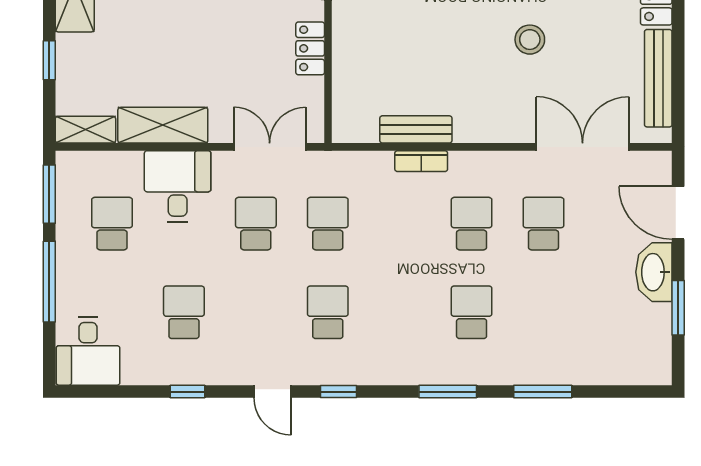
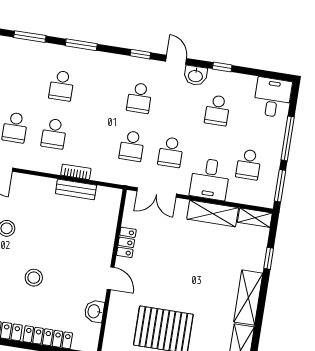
washbasin: (233, 369) -> (195, 76), added

